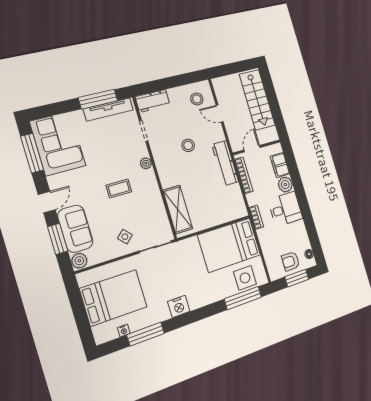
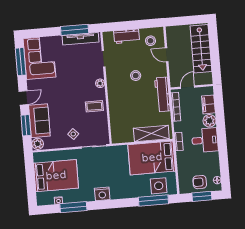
workbench: (153, 101) -> (127, 36), moved
coffee table: (119, 189) -> (94, 106), moved
shelving: (178, 210) -> (151, 133), moved, turned 90

